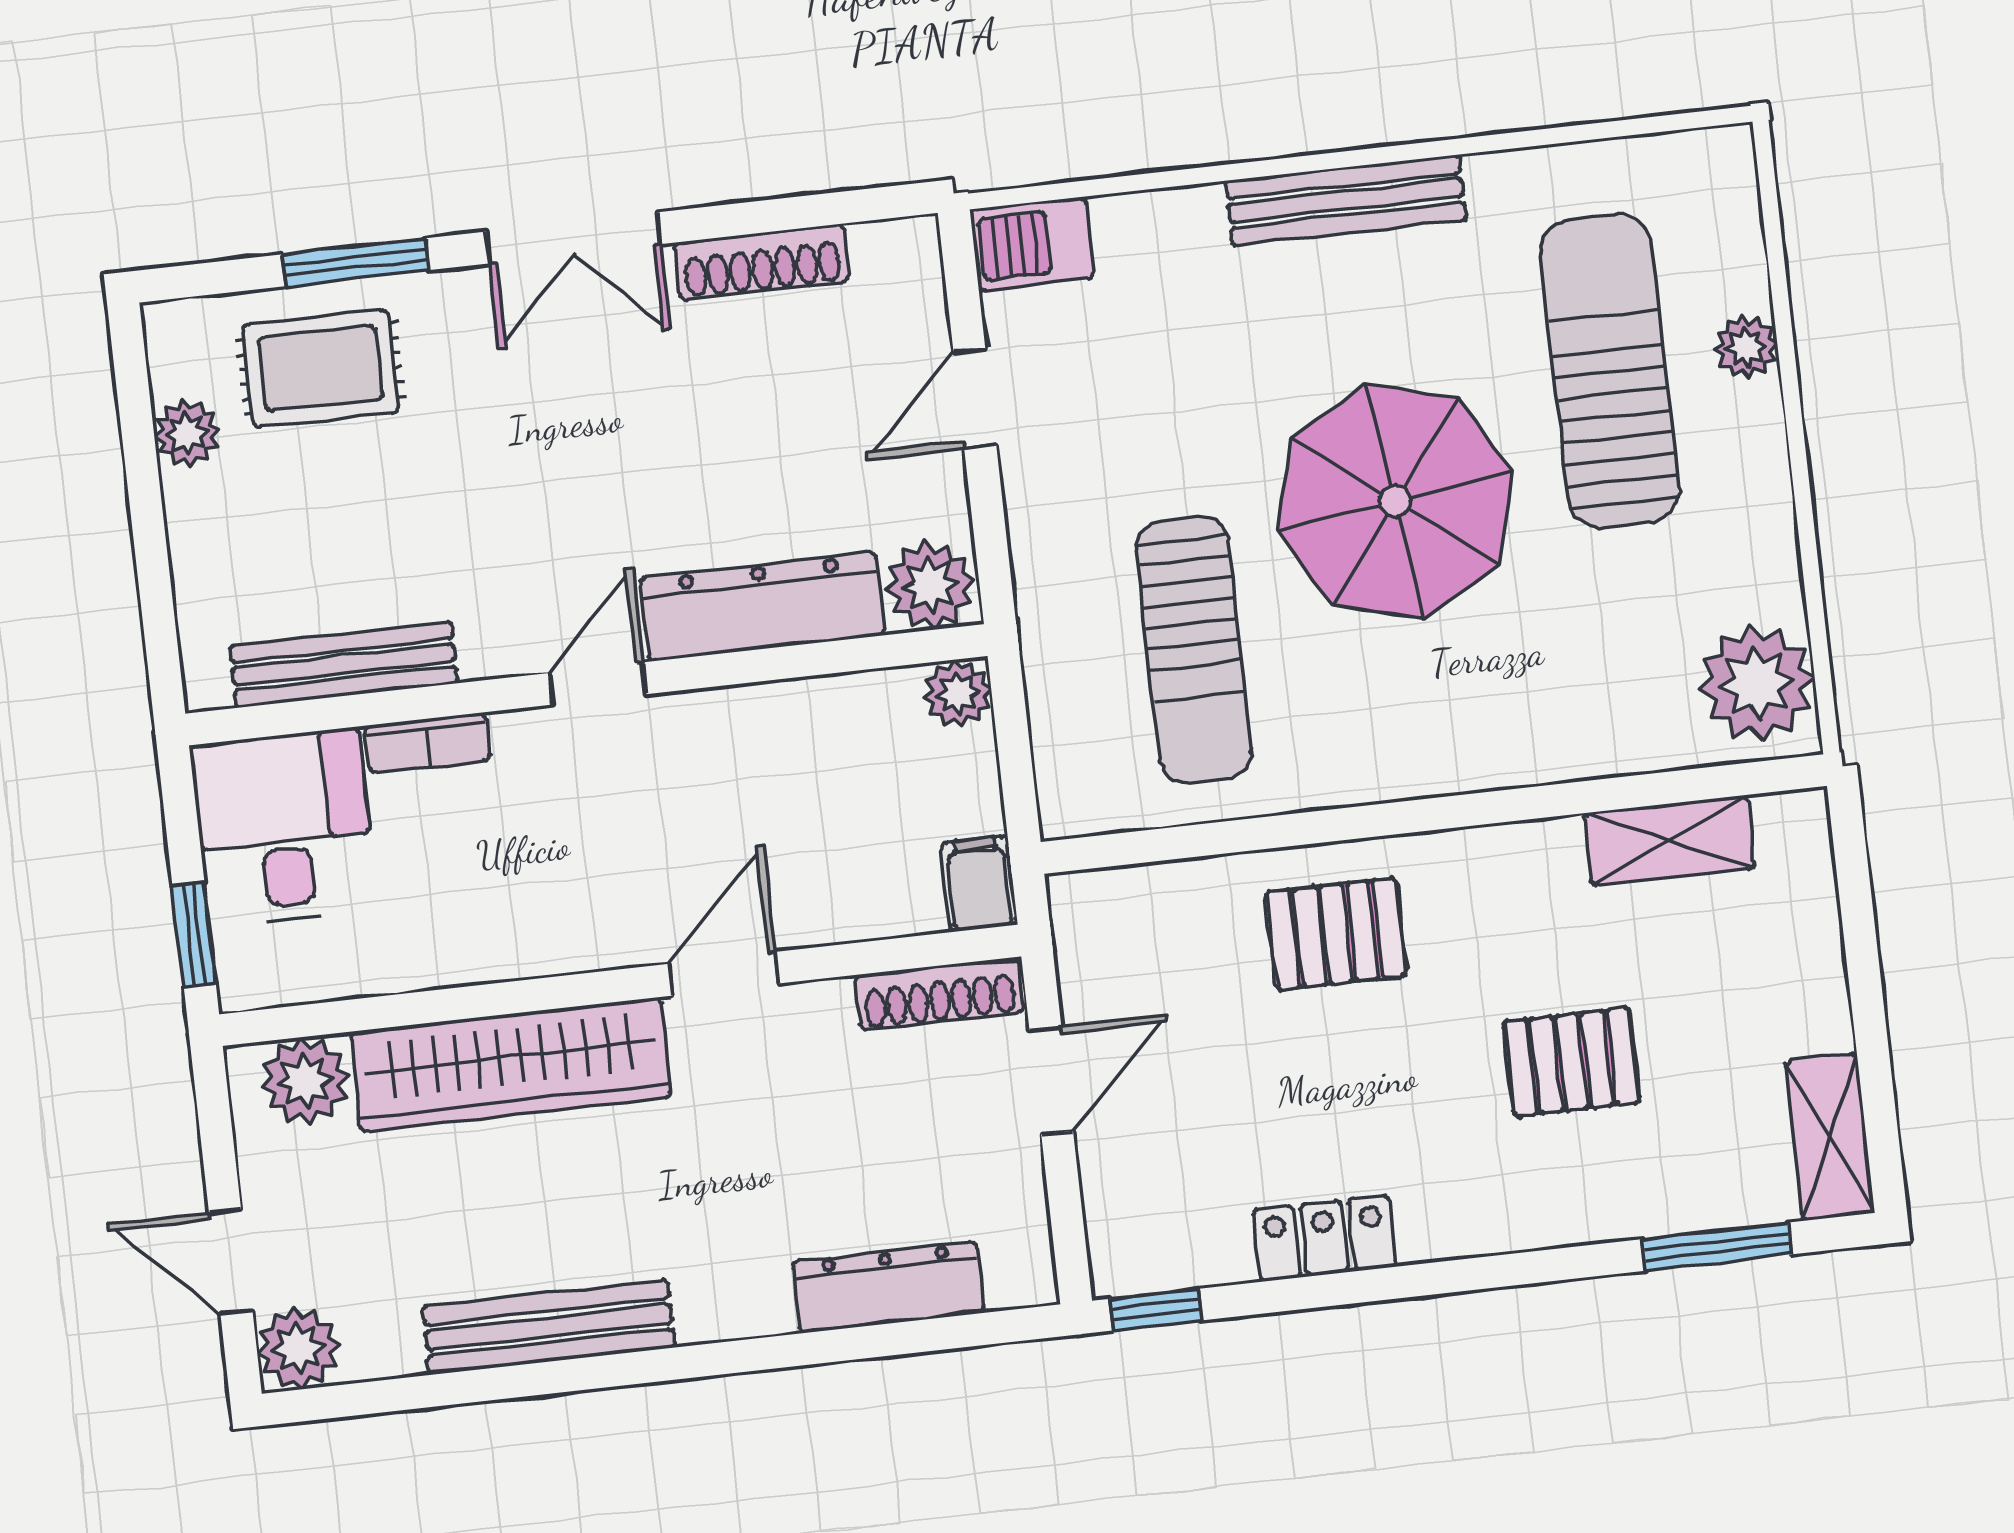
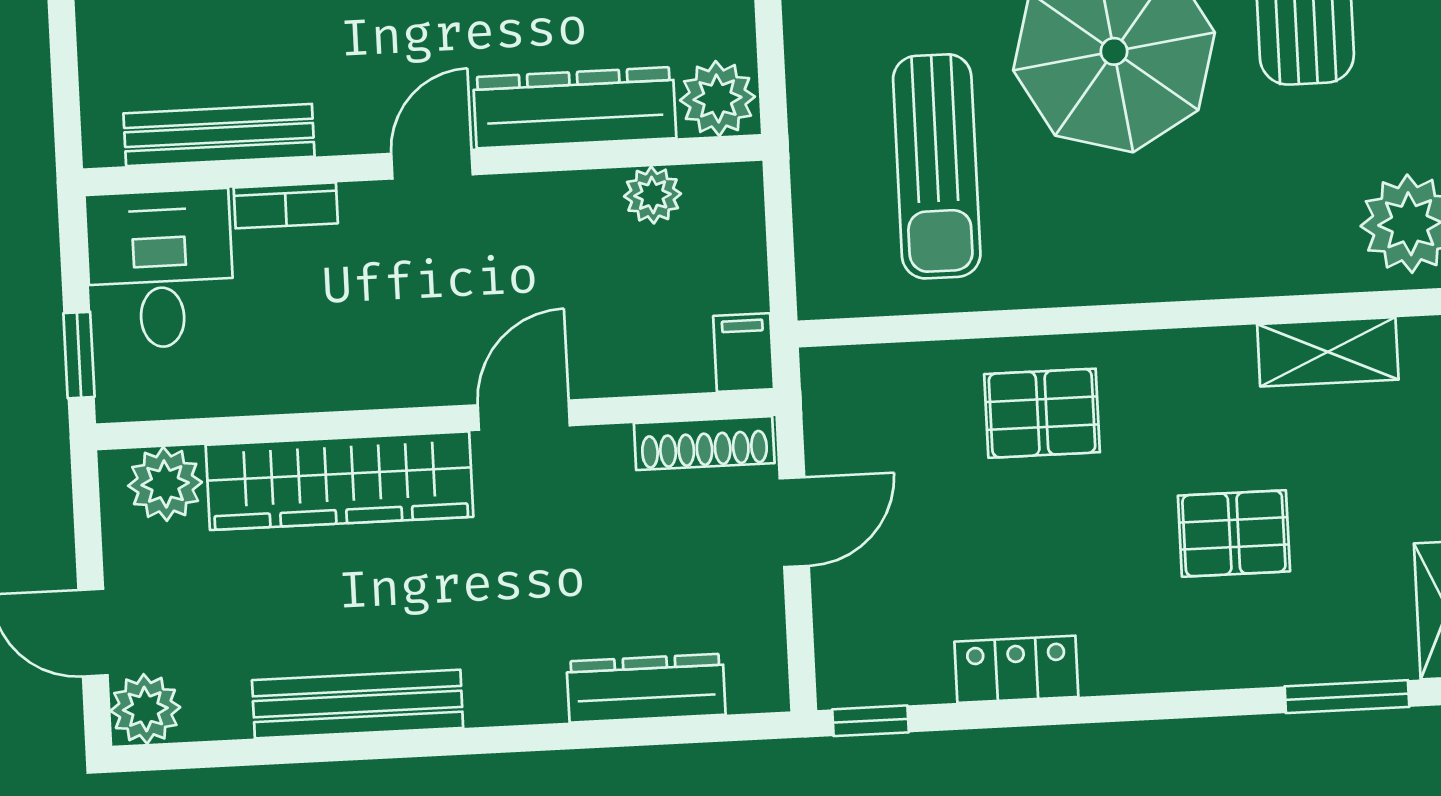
plant: (958, 693) -> (653, 195), moved

